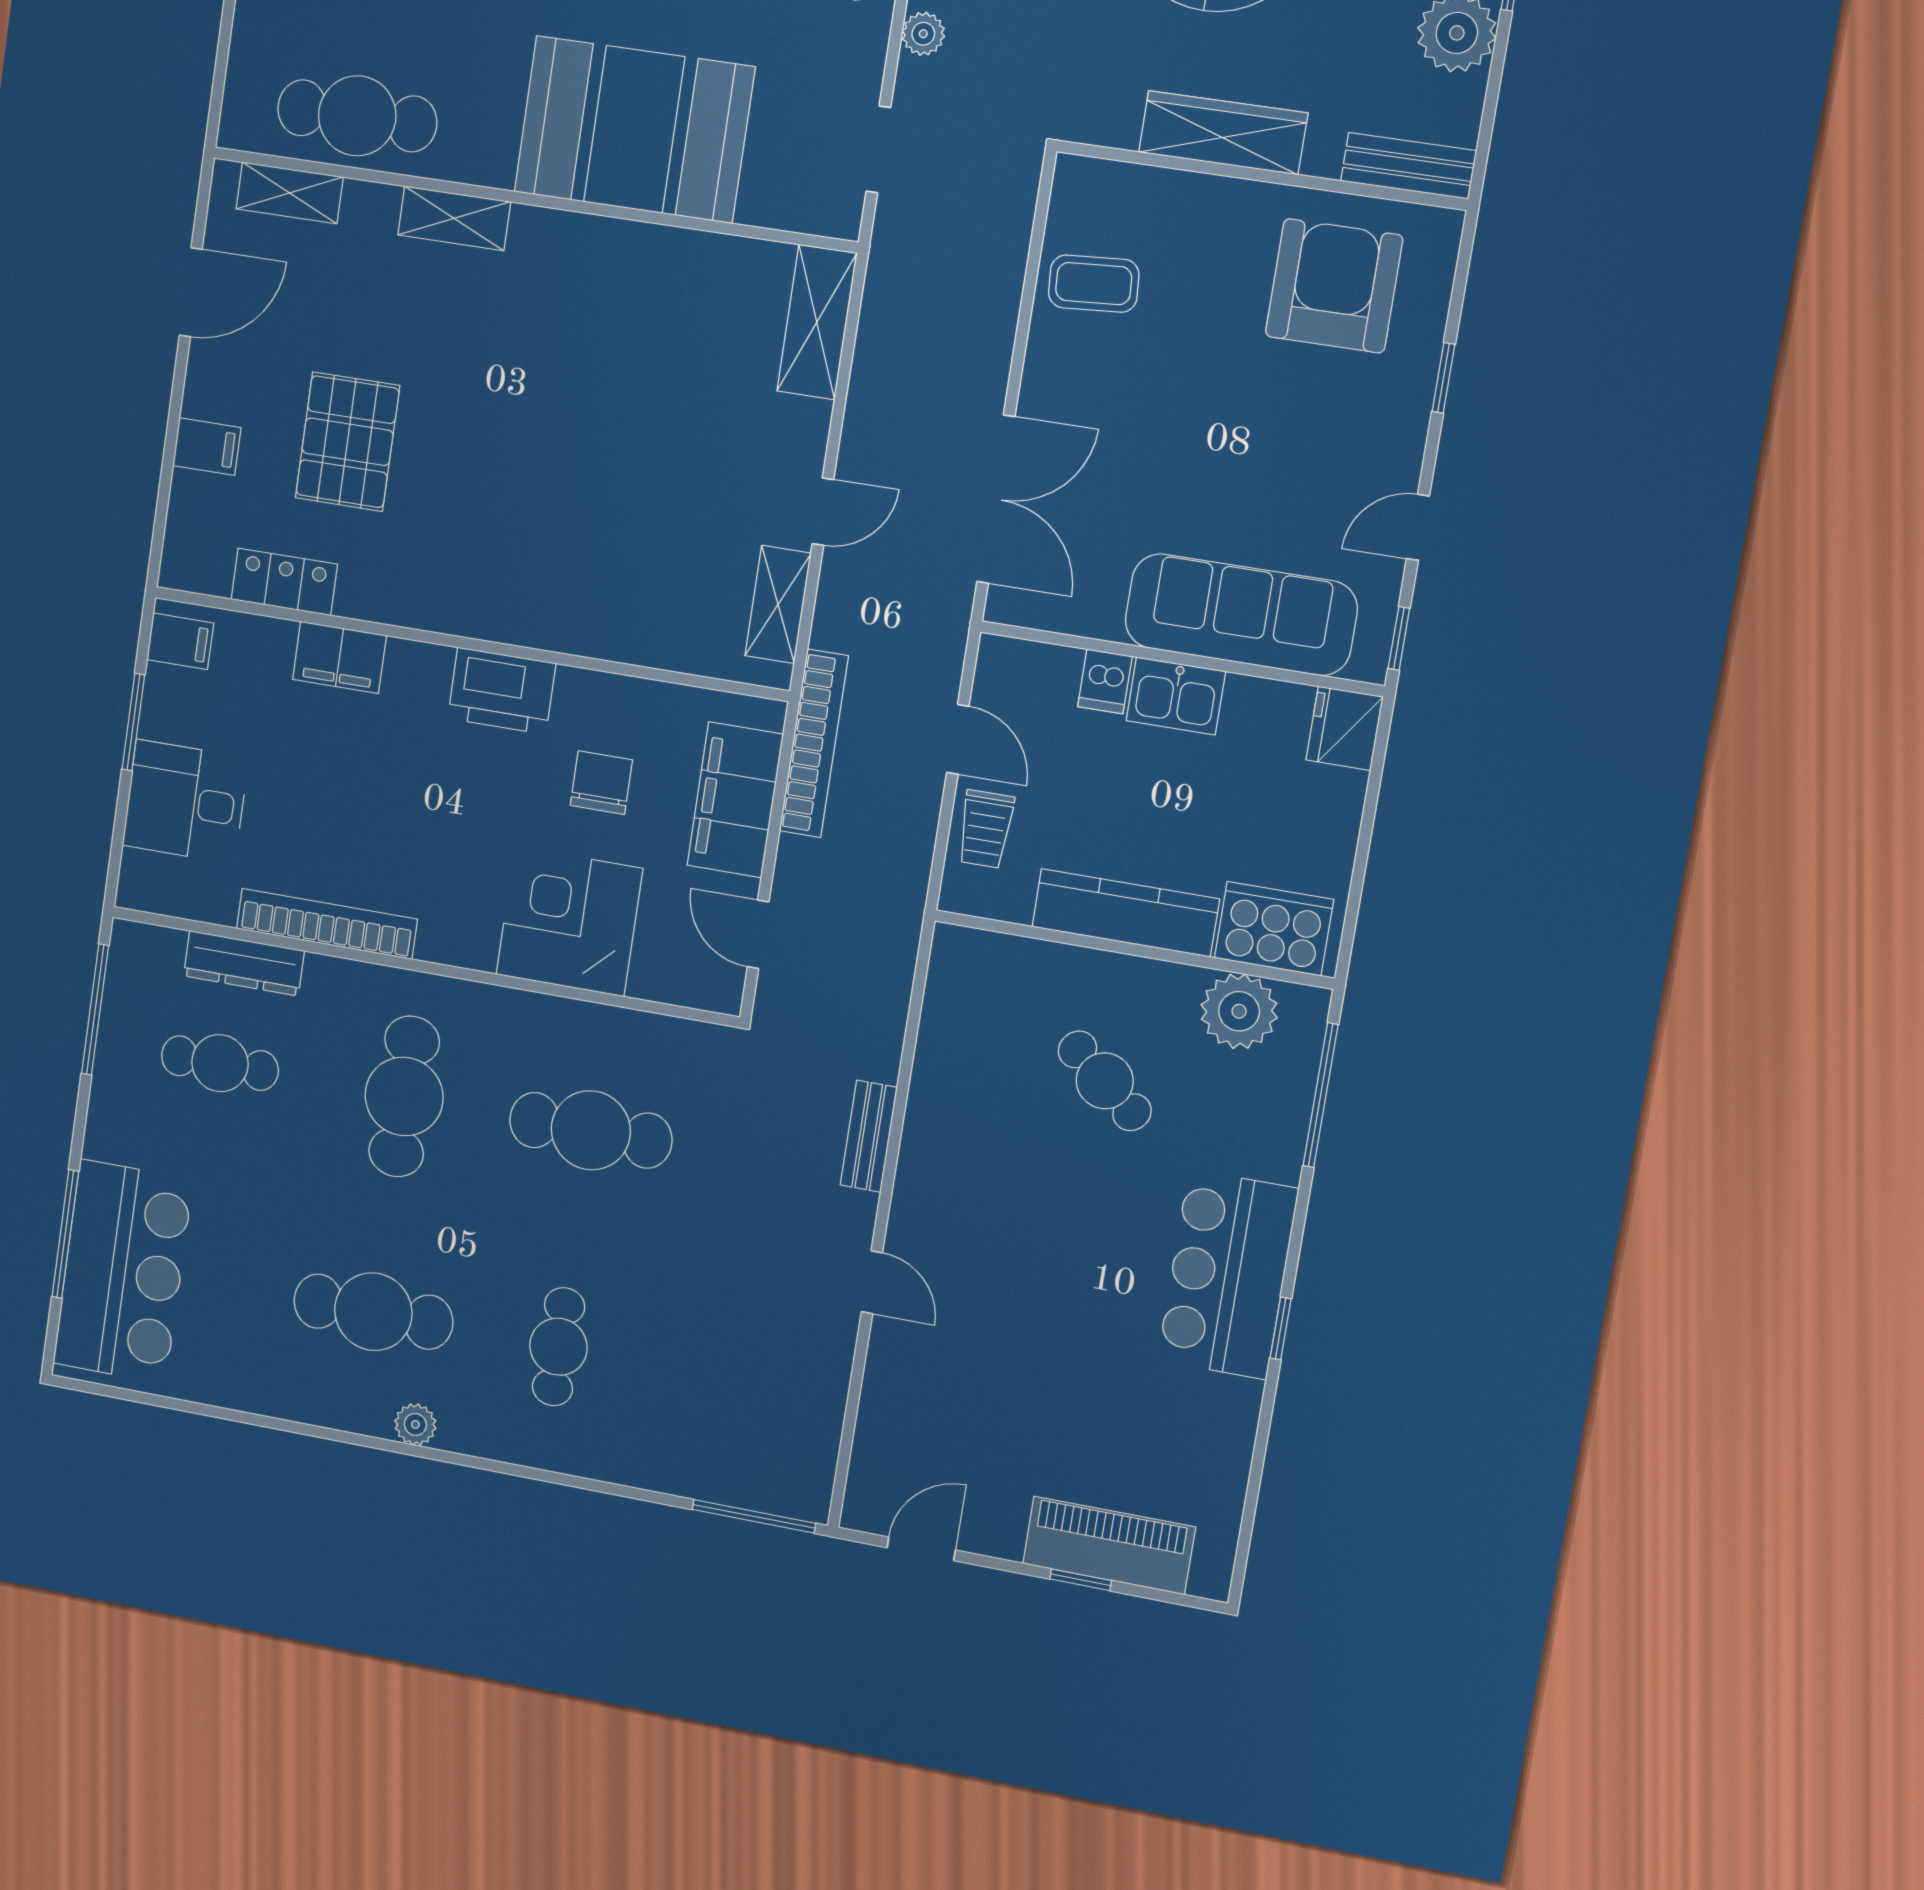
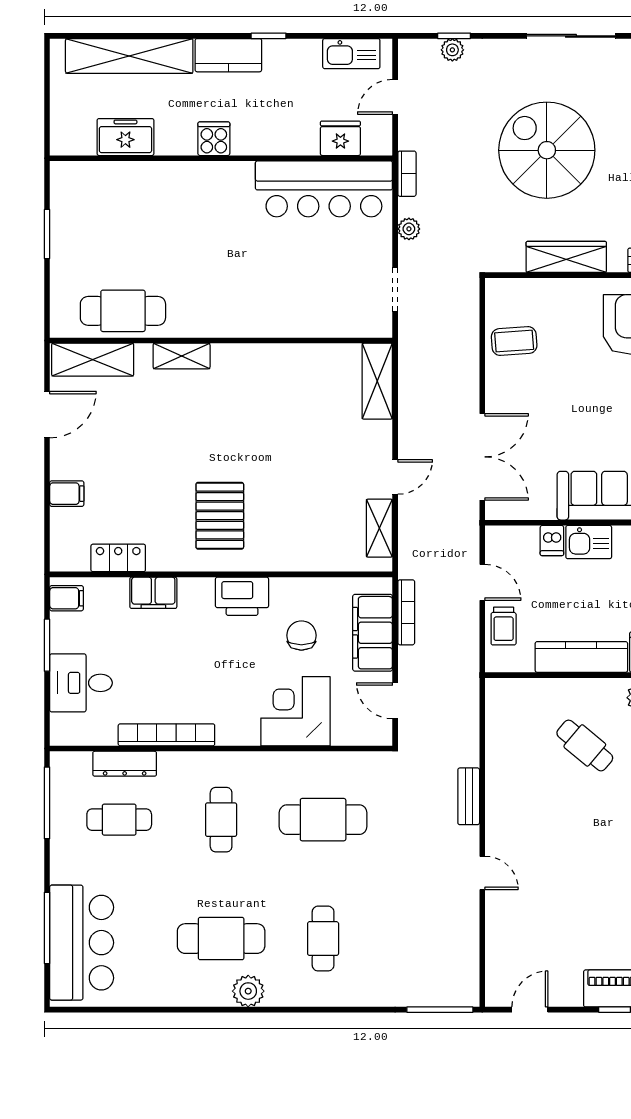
booth: (634, 129) -> (269, 297), removed
shelving: (290, 193) -> (93, 360), width x1.50, depth x1.33
pallet: (347, 442) -> (220, 516), moved
bookcase: (814, 743) -> (406, 612), width x0.68, depth x0.76
cafe table: (404, 1097) -> (221, 820), width x0.73, depth x0.74
plant: (415, 1424) -> (248, 991), width x1.38, depth x1.38

